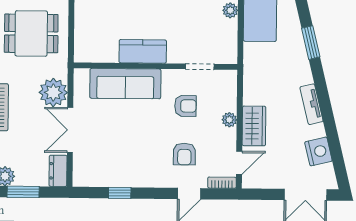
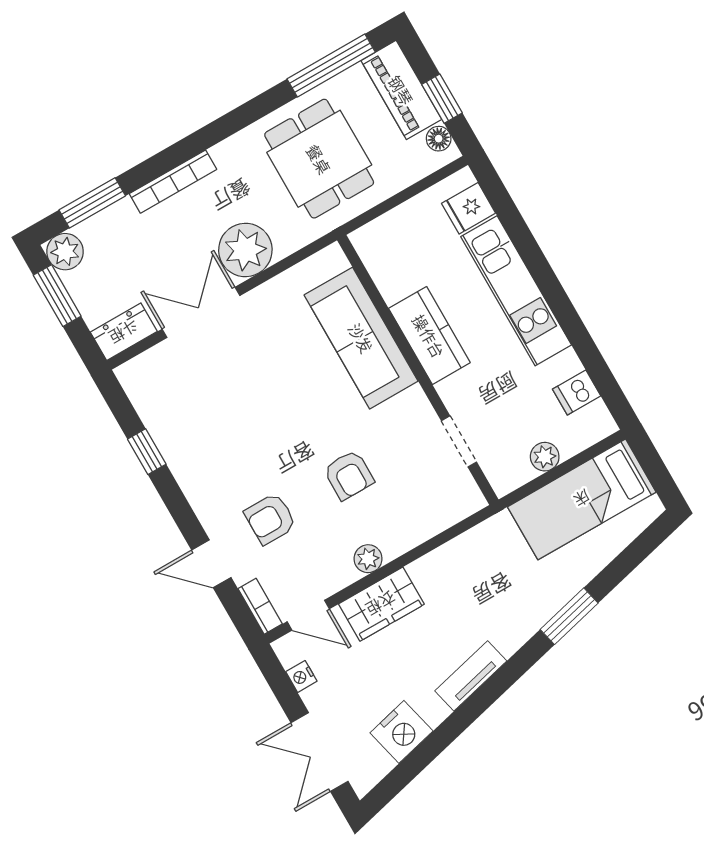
kitchen counter: (143, 51) -> (429, 336), moved
wall: (155, 66) -> (418, 370), moved
doorway: (200, 67) -> (459, 441), moved
sofa: (125, 84) -> (361, 338), moved
nightstand: (266, 183) -> (301, 676), added

